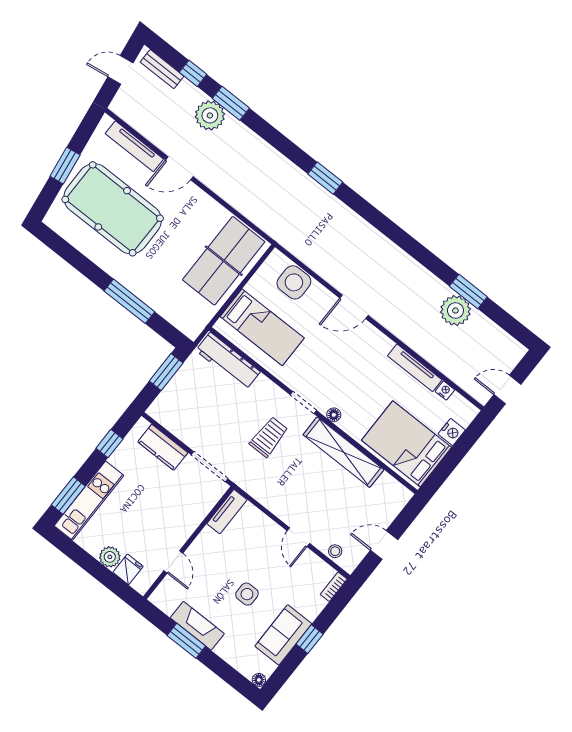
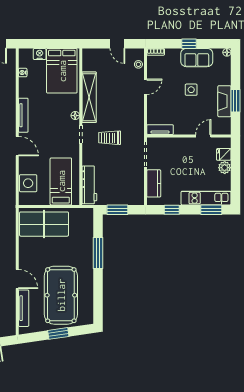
tv unit: (415, 368) -> (23, 115), moved

